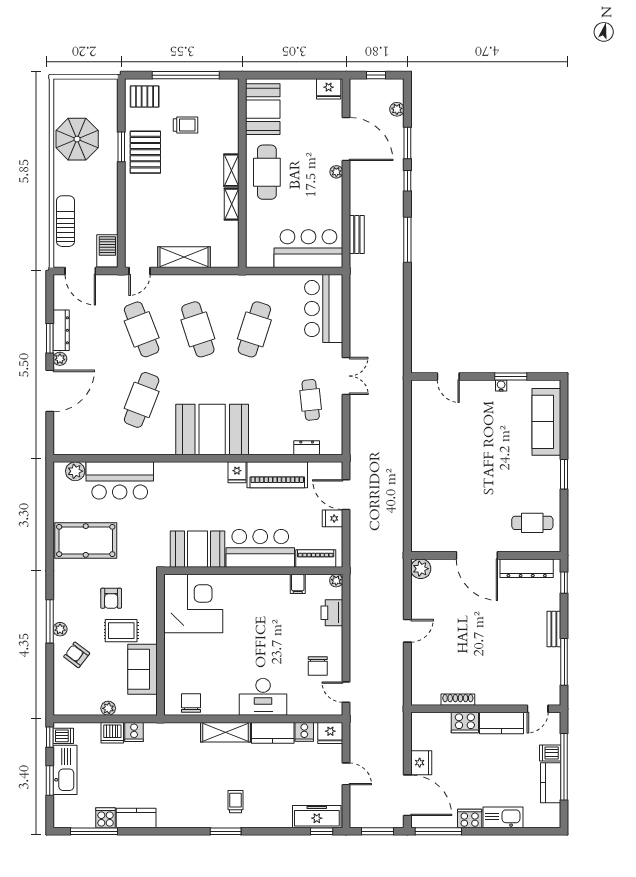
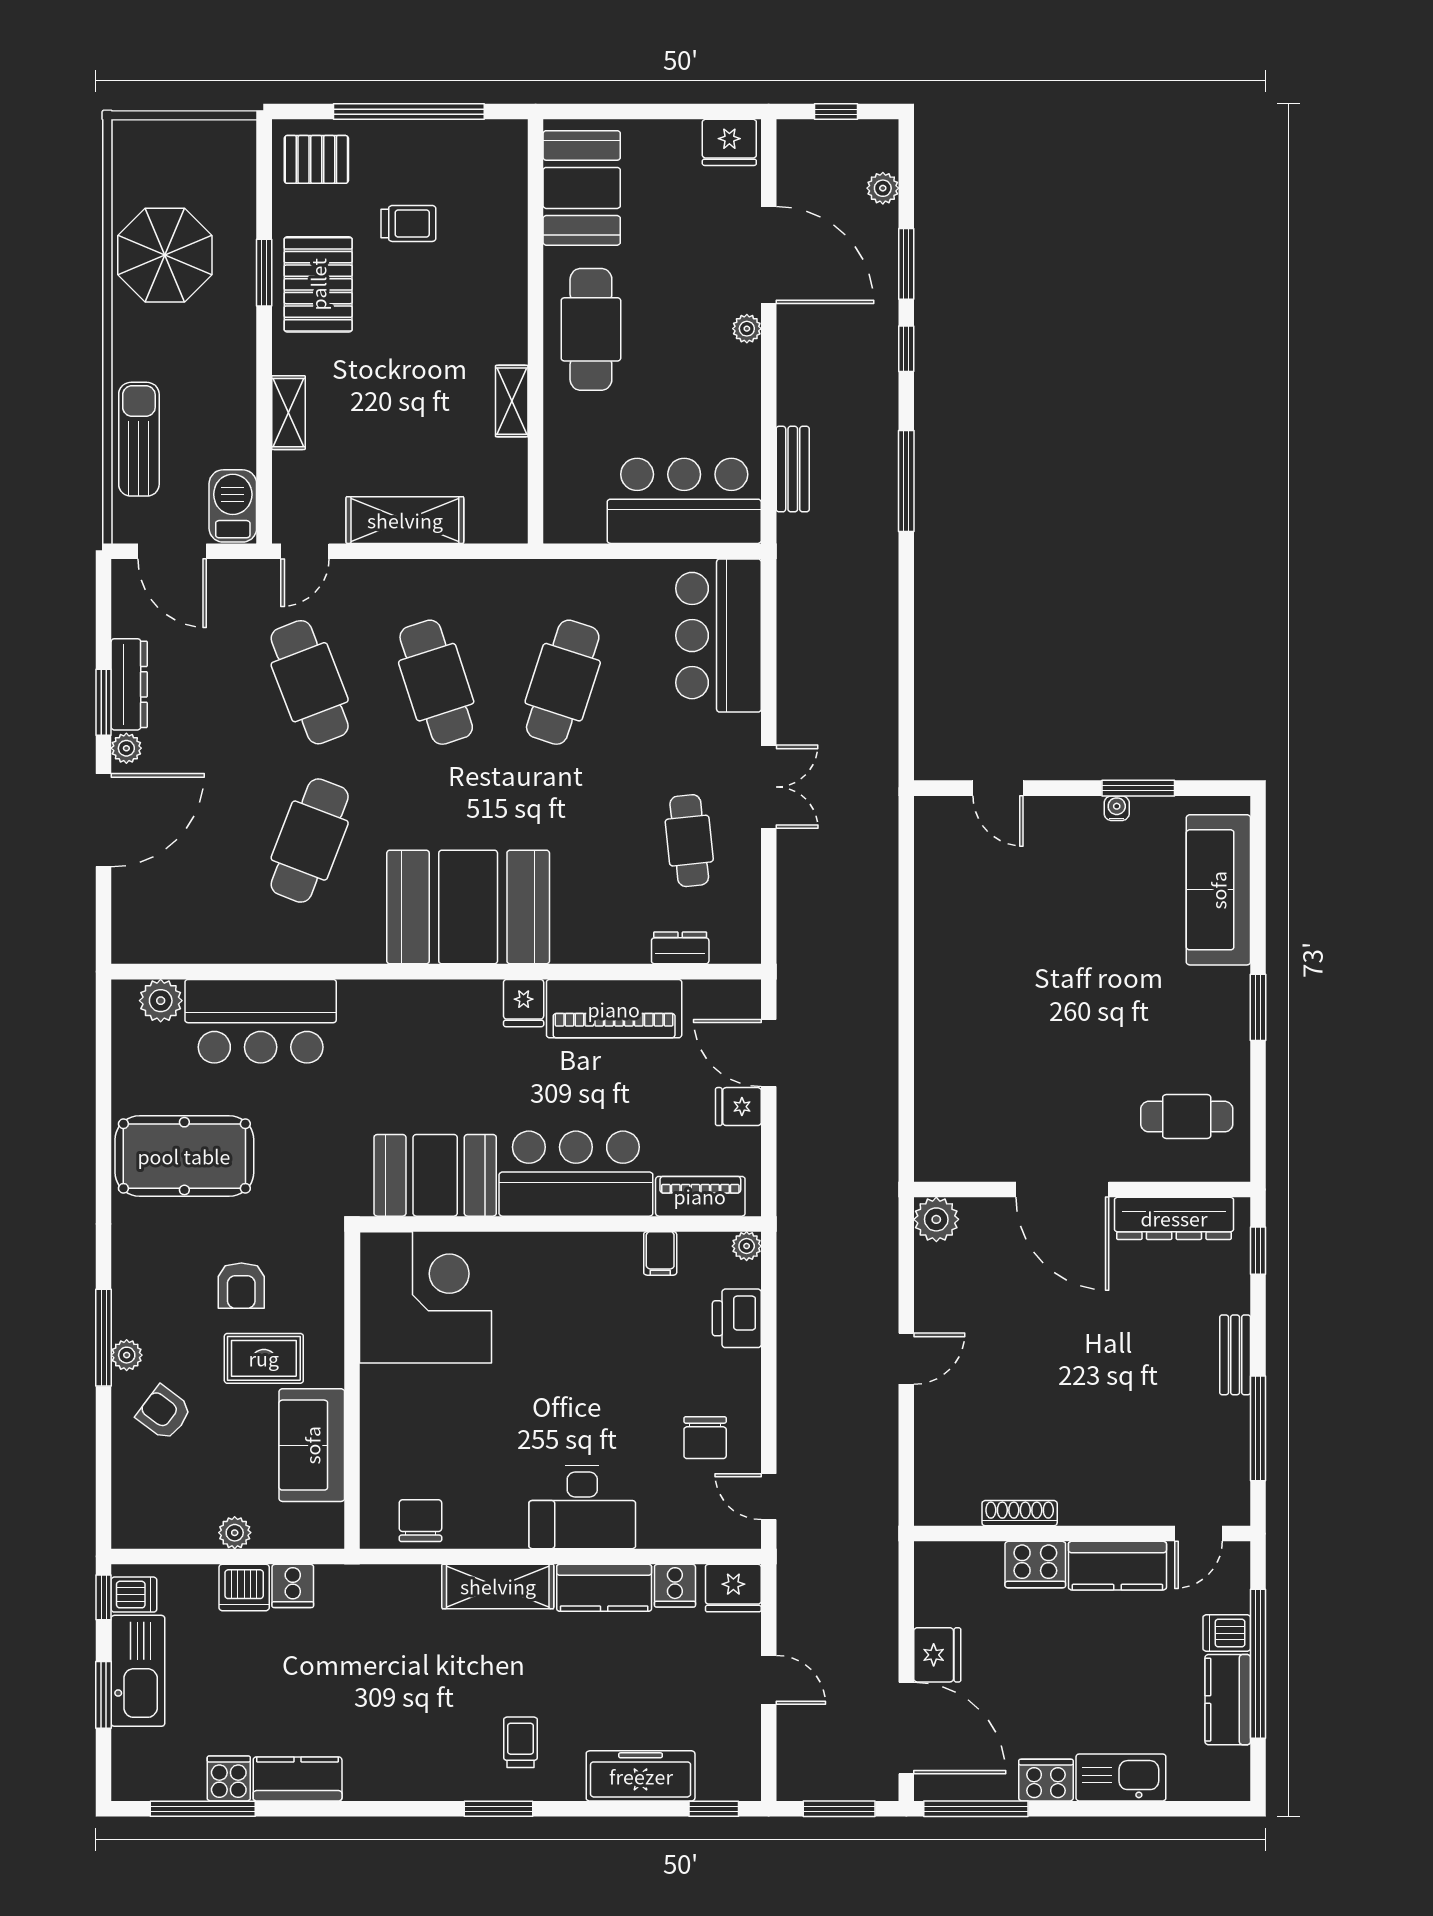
shelving: (231, 170) -> (288, 413), moved
freezer: (317, 817) -> (641, 1776), moved

